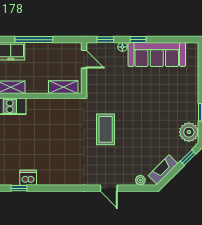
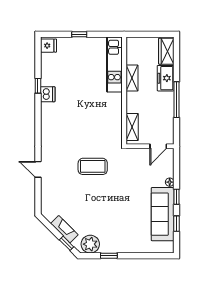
window: (105, 40) -> (177, 224), moved
fireplace: (163, 170) -> (64, 229), moved
plant: (140, 180) -> (45, 199), removed
door: (109, 188) -> (38, 169), hinge flipped

